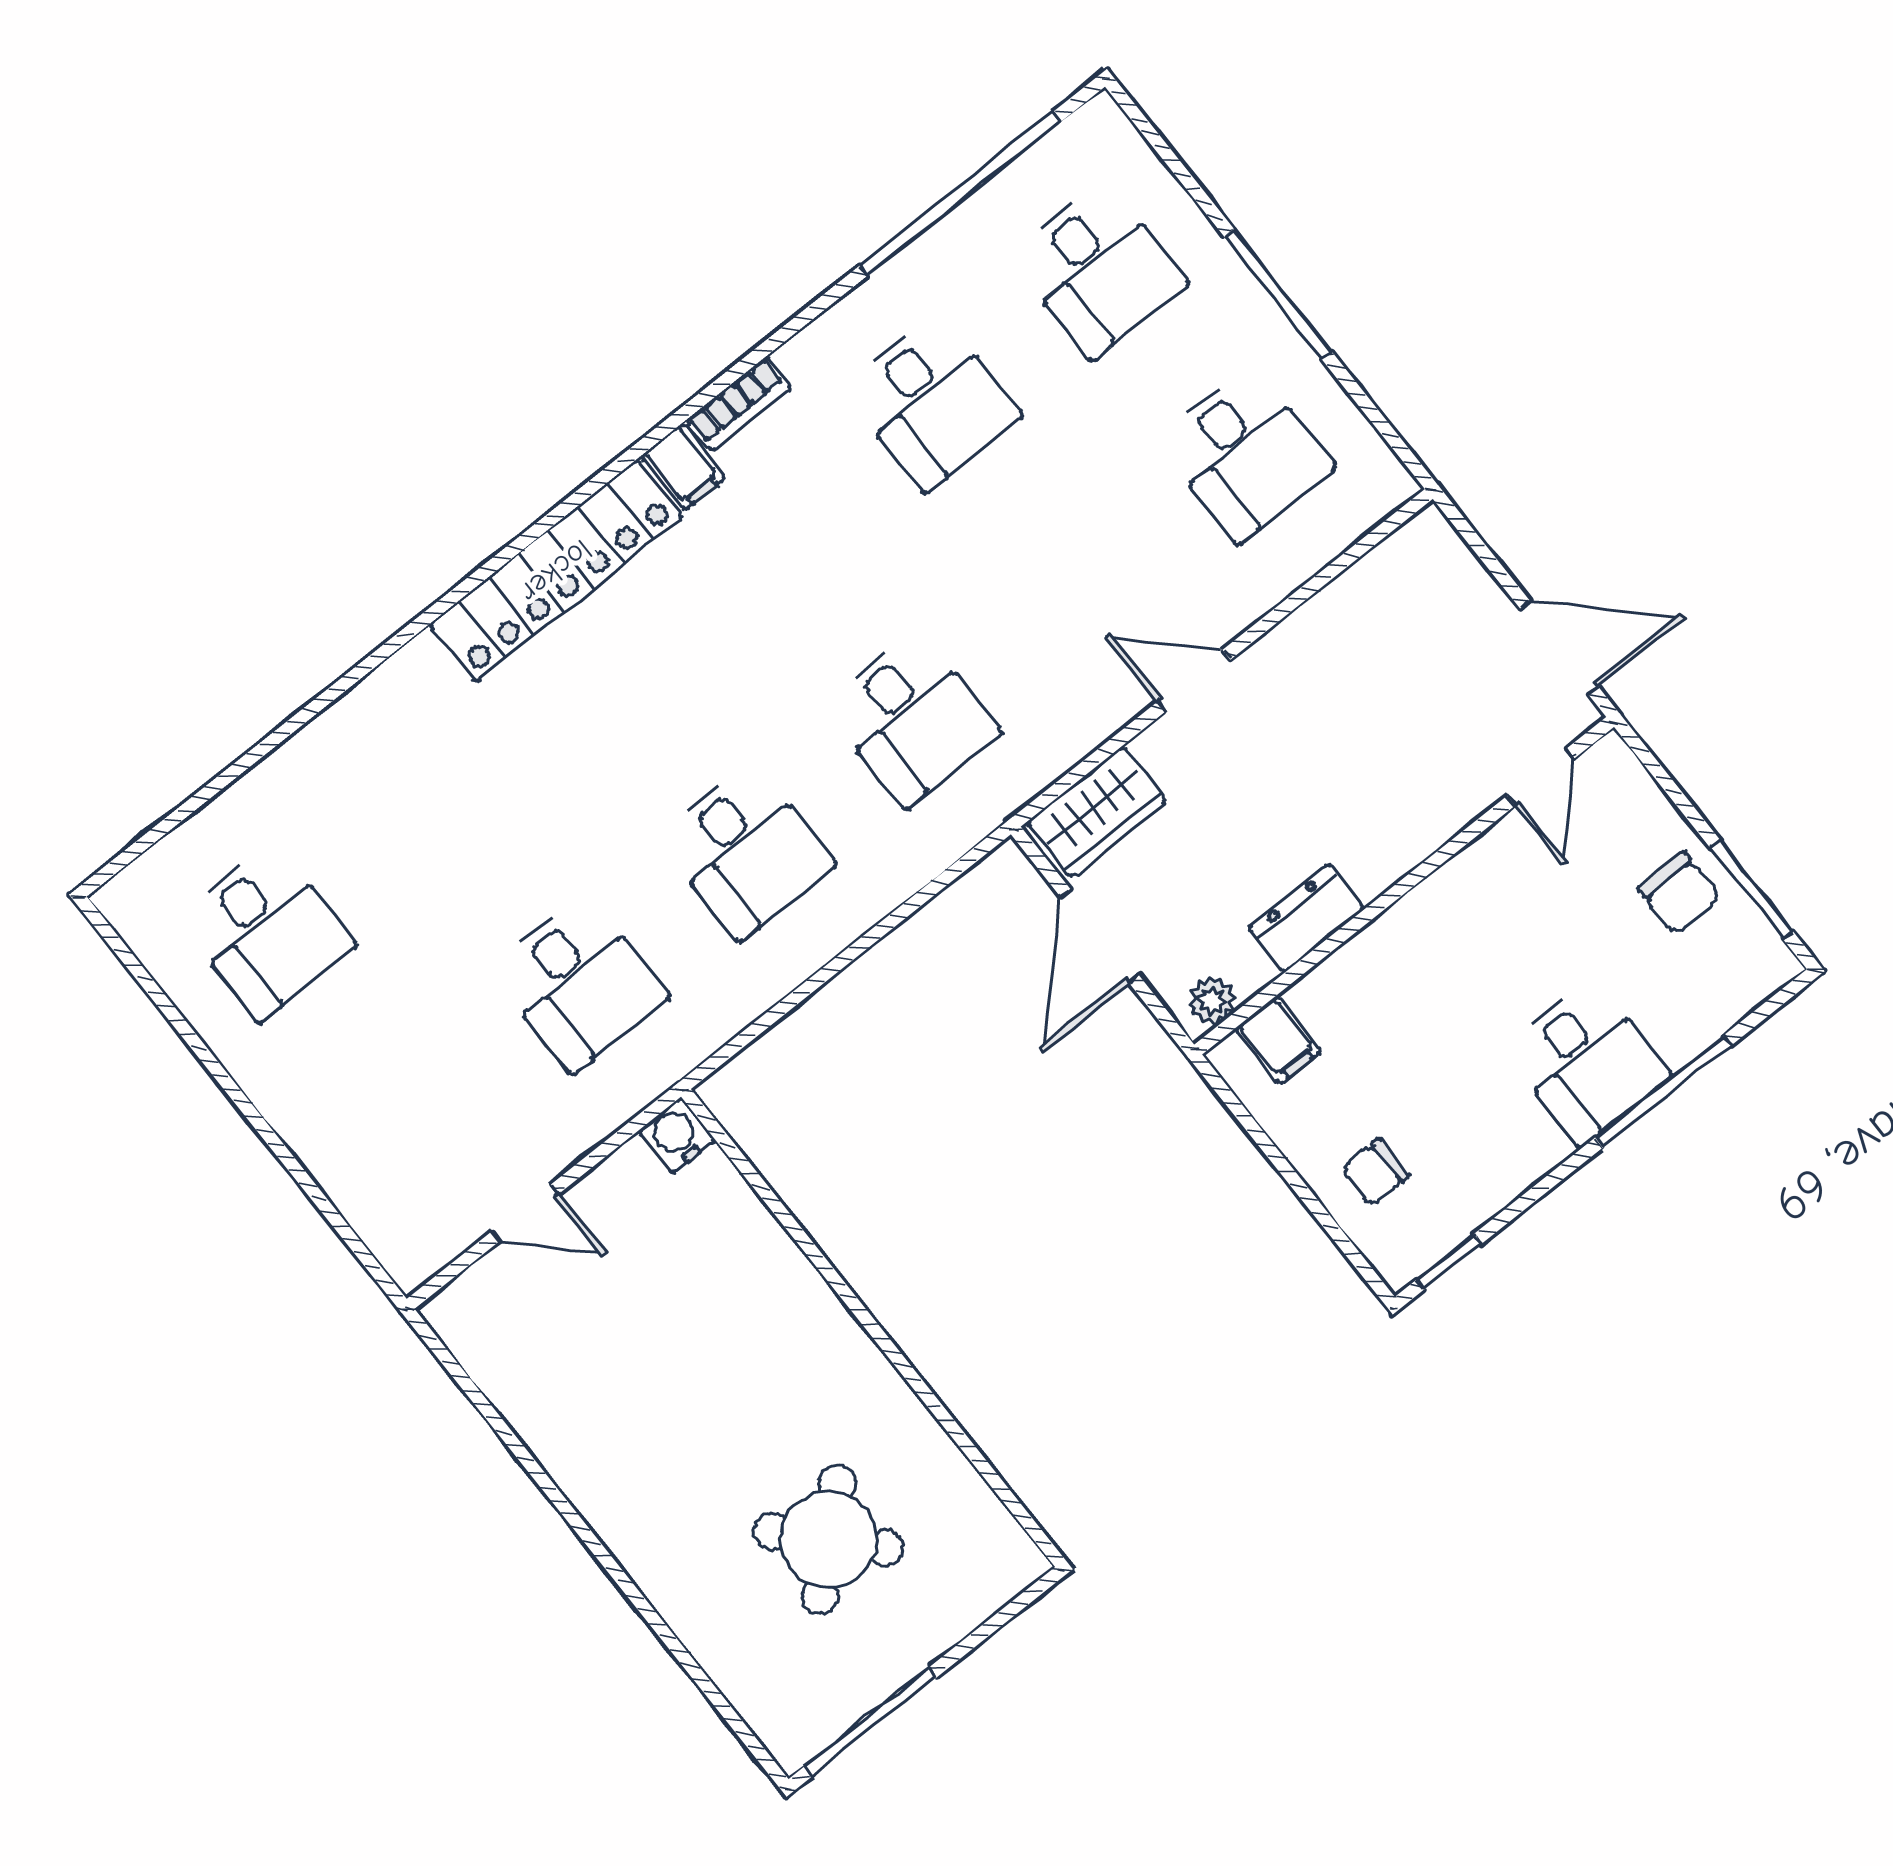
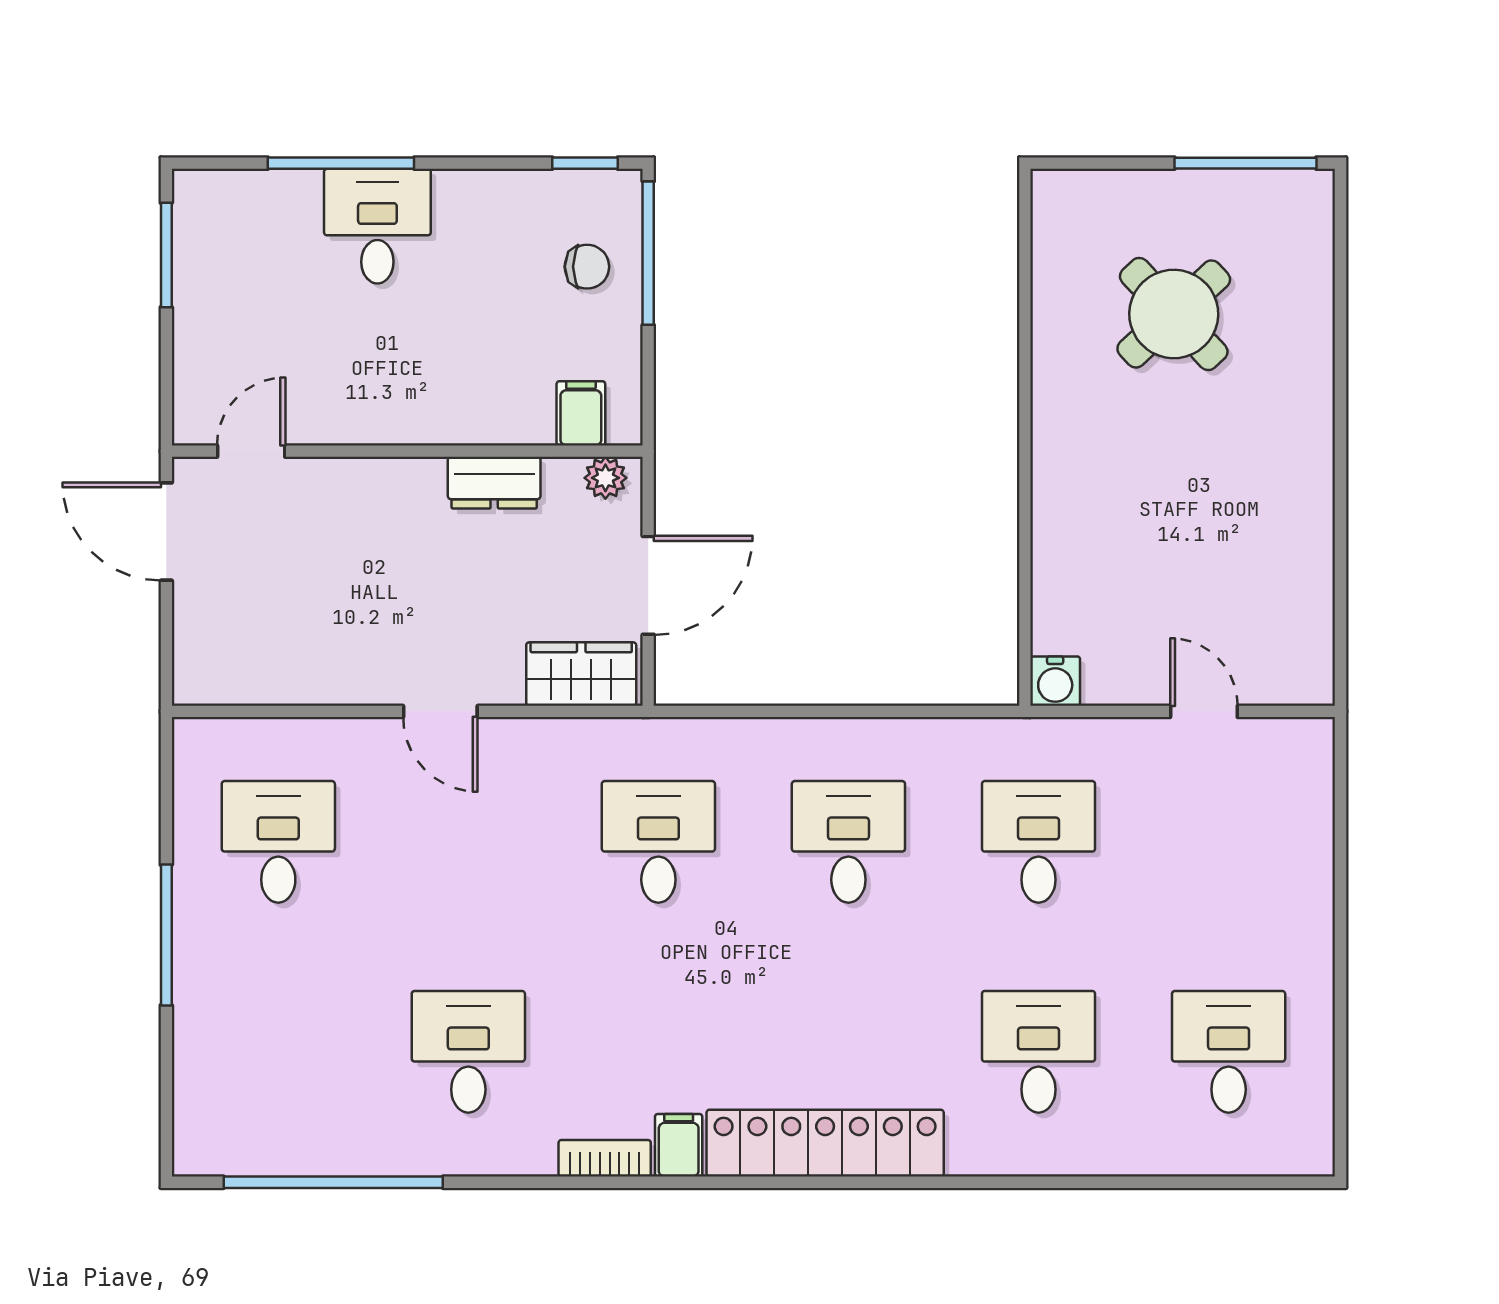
desk: (1099, 270) -> (1039, 1052), moved
chair: (1679, 893) -> (219, 293), removed
window: (1331, 1227) -> (648, 253), added

